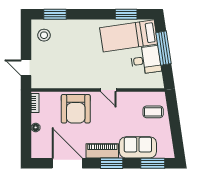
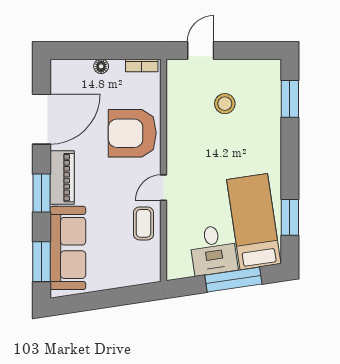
stool: (44, 35) -> (225, 104), moved
coffee table: (153, 112) -> (143, 223), moved
sofa: (138, 147) -> (68, 248), width x1.36

